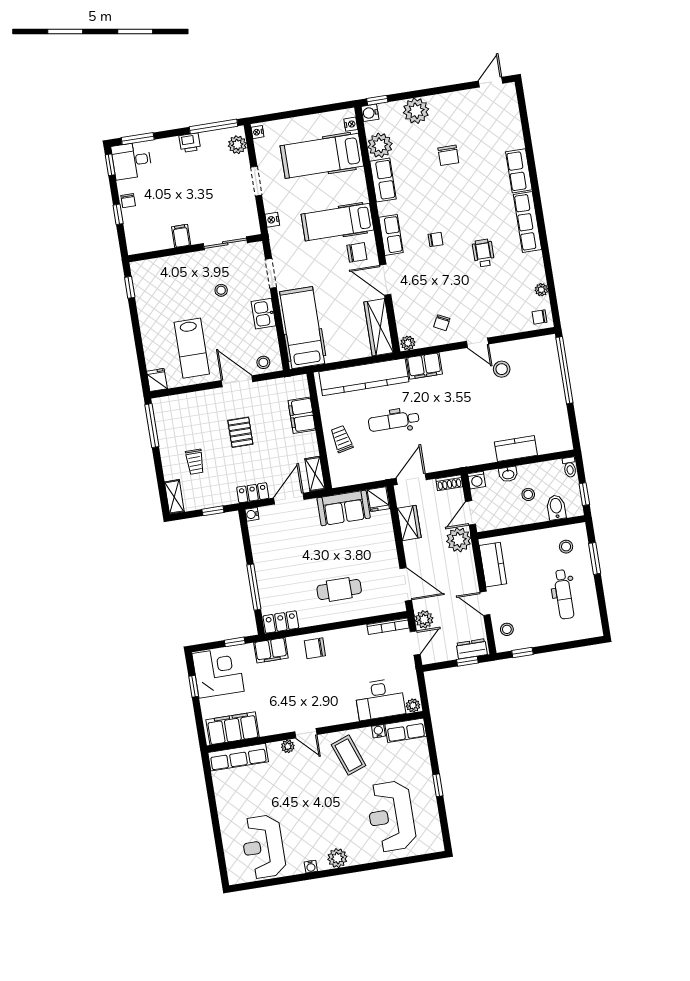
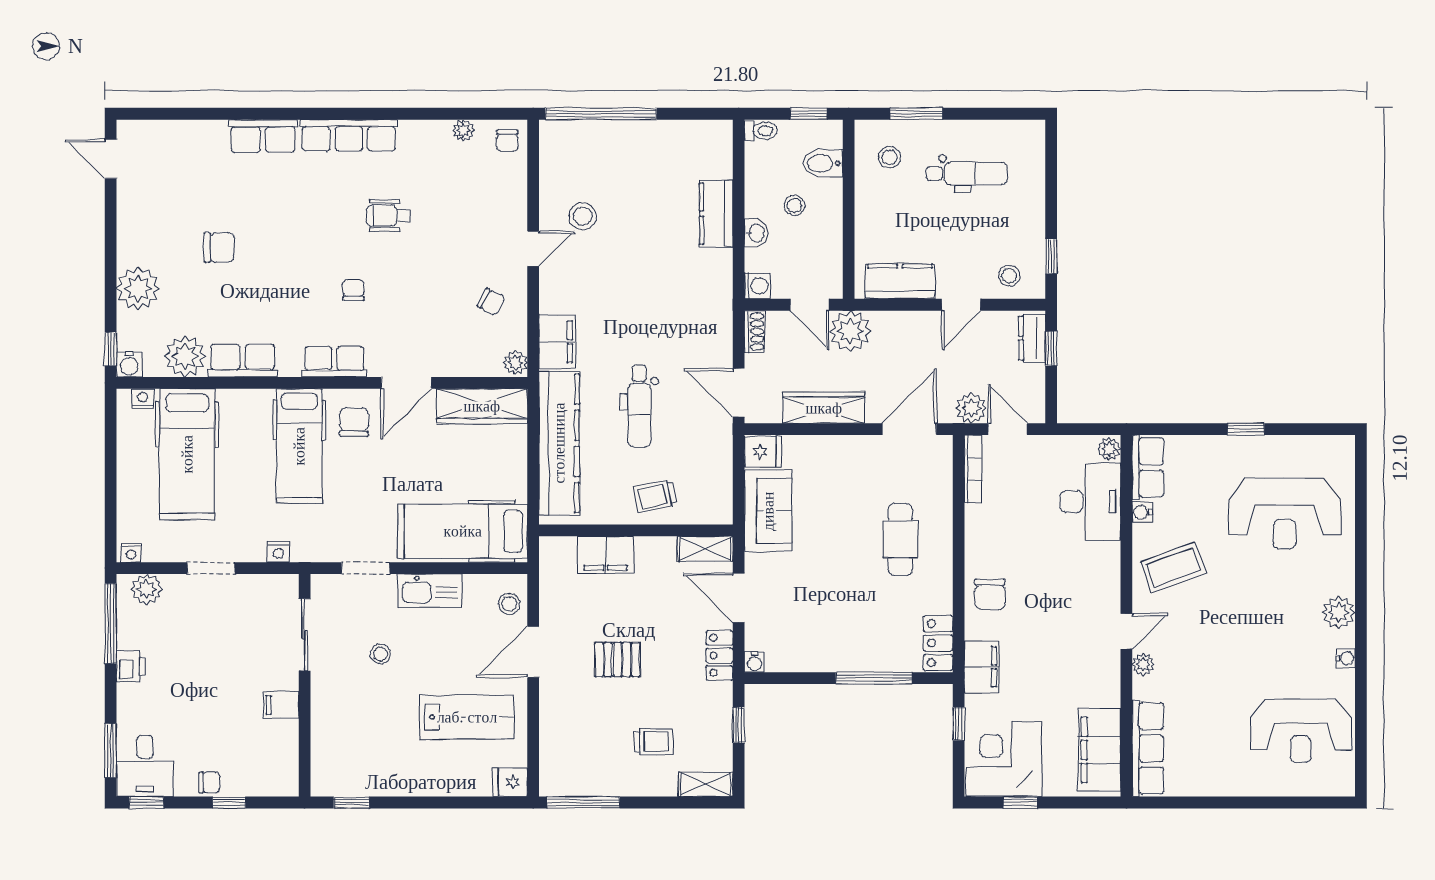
kitchen sink: (264, 314) -> (430, 591), width x1.38
wardrobe: (409, 523) -> (824, 408), width x1.50

